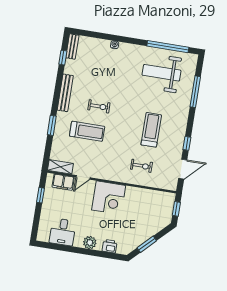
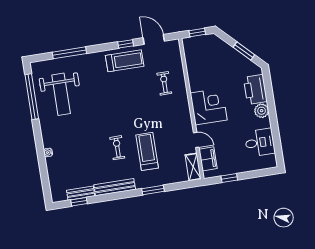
bench: (72, 47) -> (81, 193), moved
treadmill: (151, 130) -> (125, 61), moved, turned 180
printer: (110, 246) -> (255, 89), width x1.87, depth x1.48

